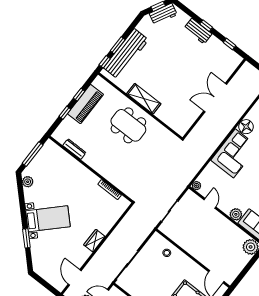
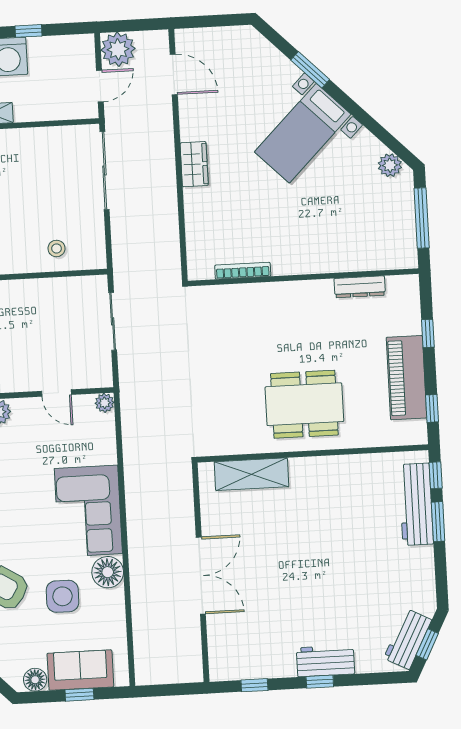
workbench: (126, 54) -> (416, 504), width x0.73, depth x0.76
window: (79, 95) -> (432, 408), moved
shelving: (144, 99) -> (251, 474), moved

